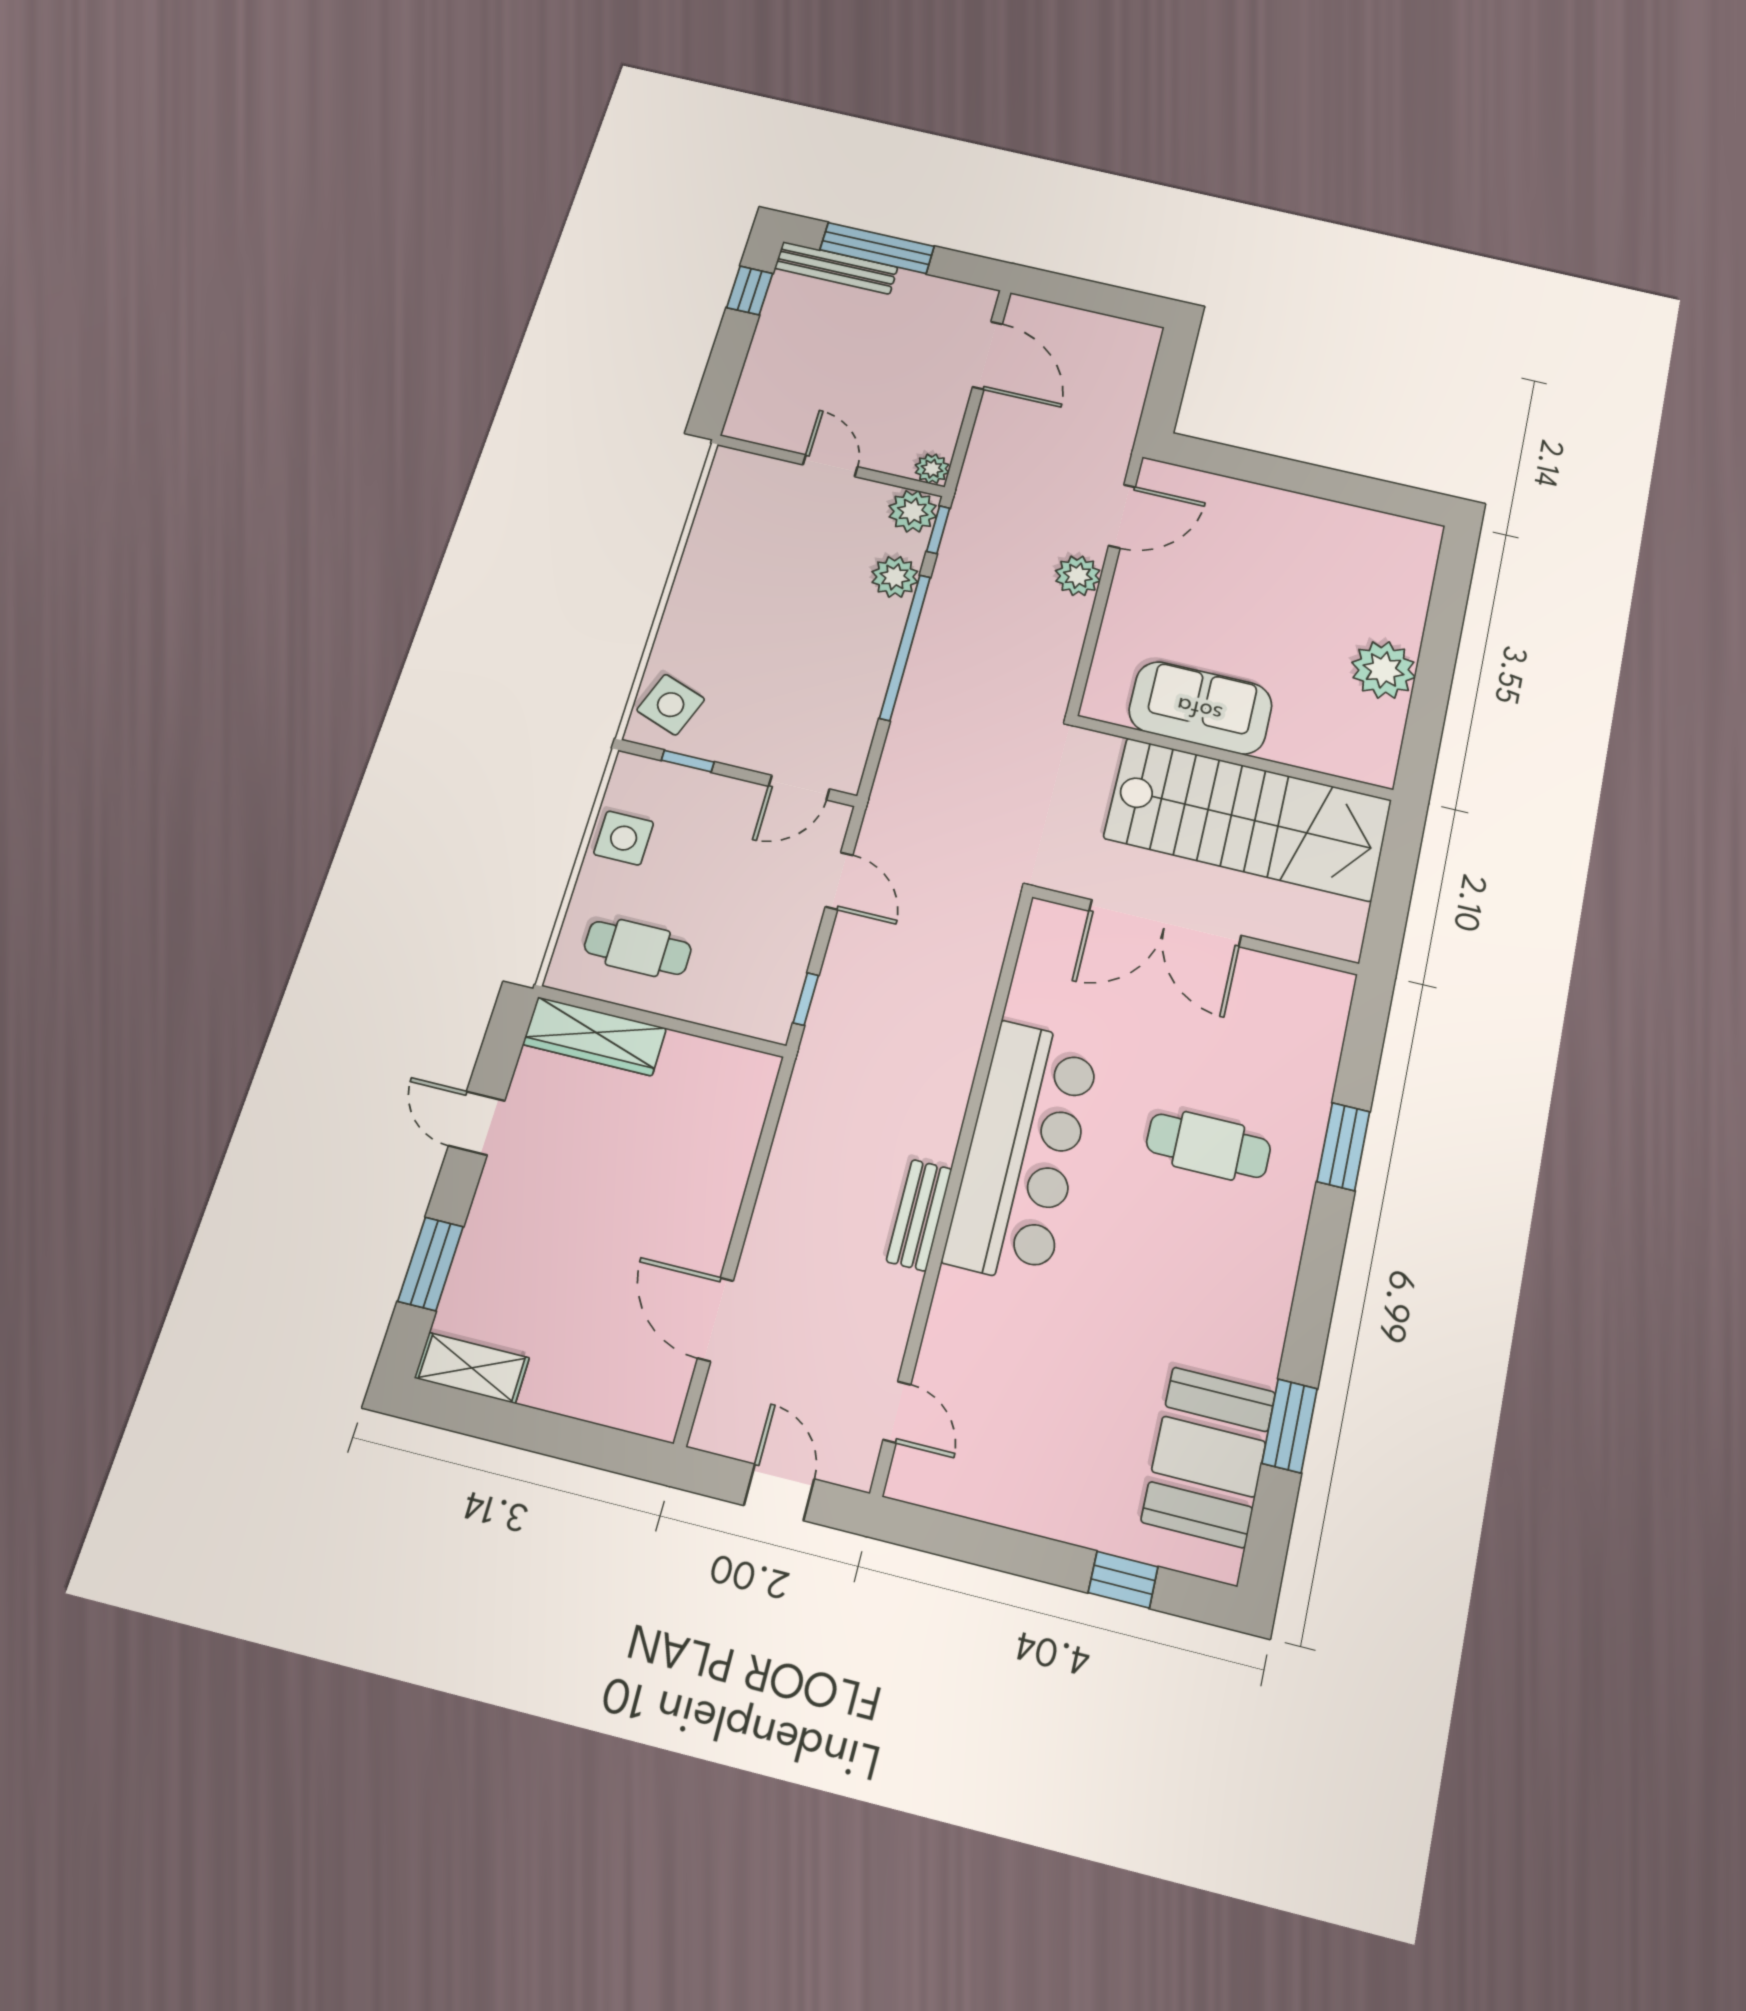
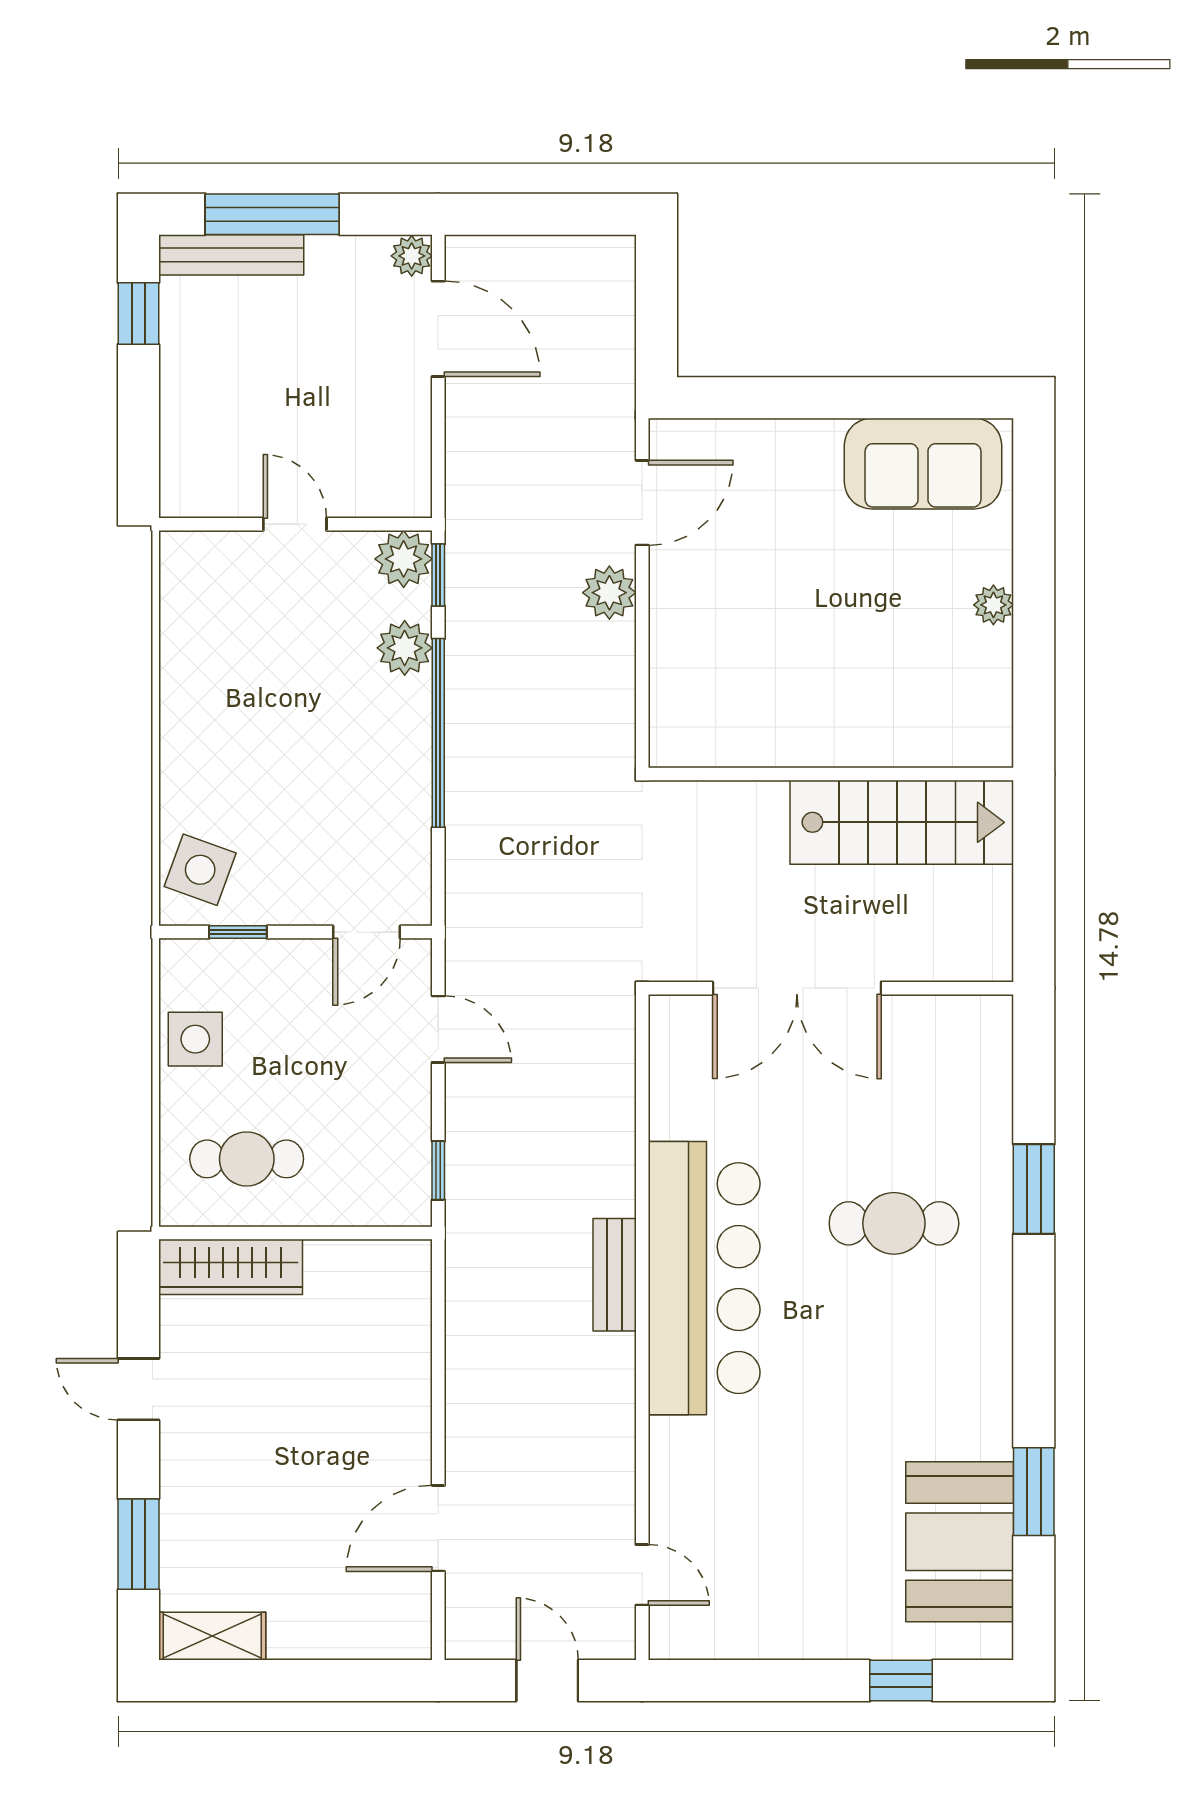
plant: (932, 469) -> (412, 256), moved
plant: (1384, 670) -> (993, 605), width x0.53, depth x0.53
sofa: (1200, 708) -> (923, 464), moved, turned 180
stairs: (1248, 819) -> (902, 822), width x0.73, depth x0.66
bench: (919, 1215) -> (615, 1275), moved
door: (715, 1319) -> (438, 1528), hinge flipped

